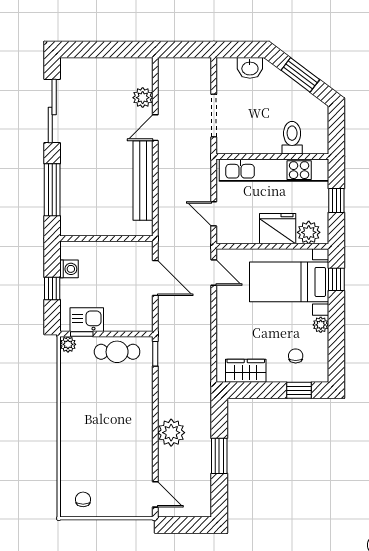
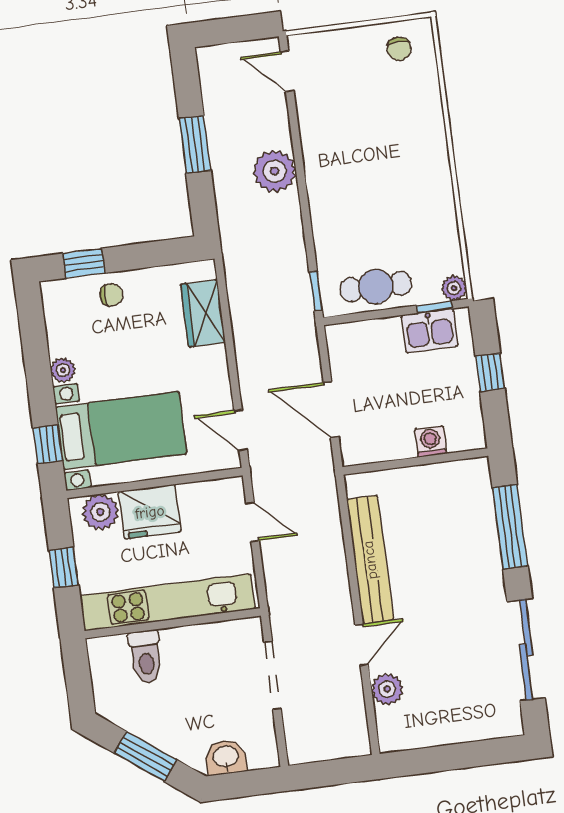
washing machine: (69, 269) -> (430, 441), moved, turned 90
chair: (296, 356) -> (111, 295), moved, turned -90
wardrobe: (246, 371) -> (203, 313), moved, turned 90

